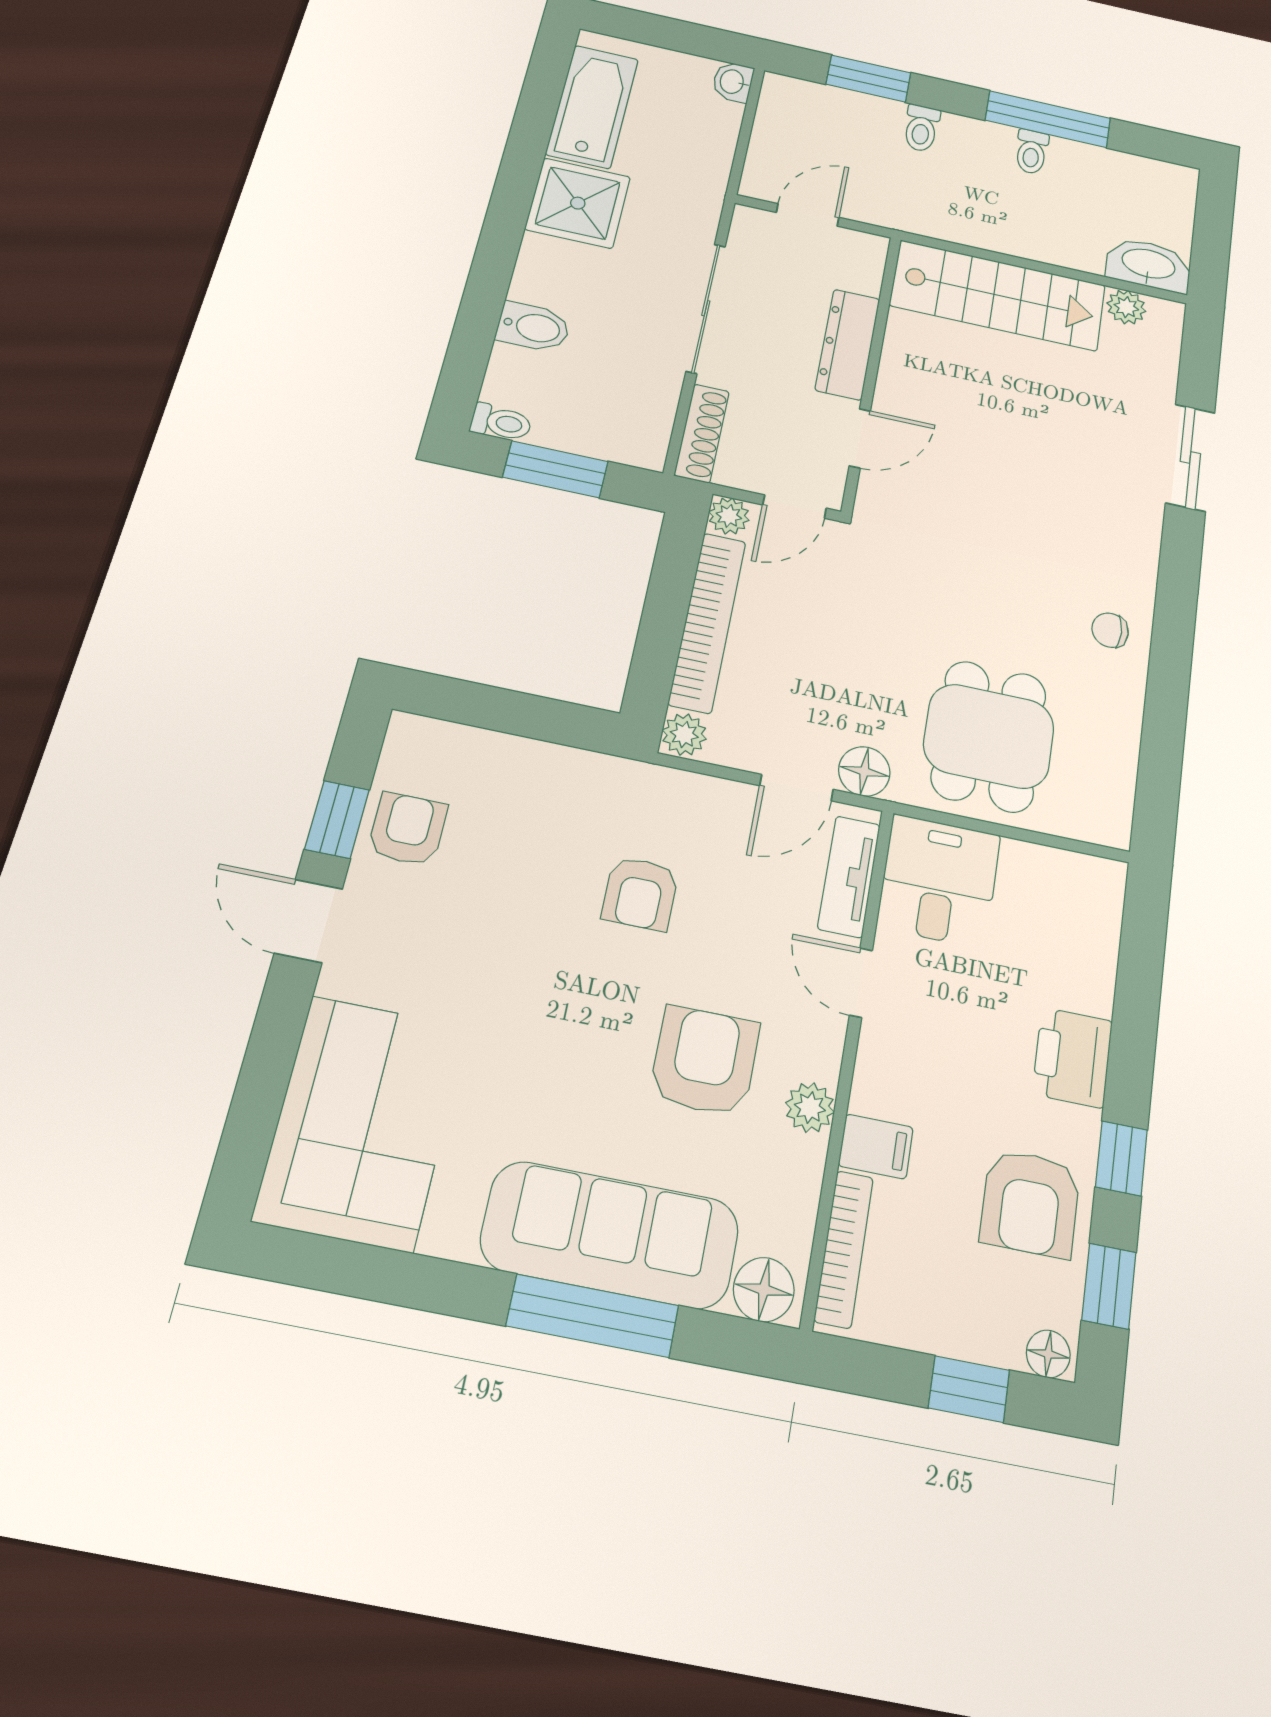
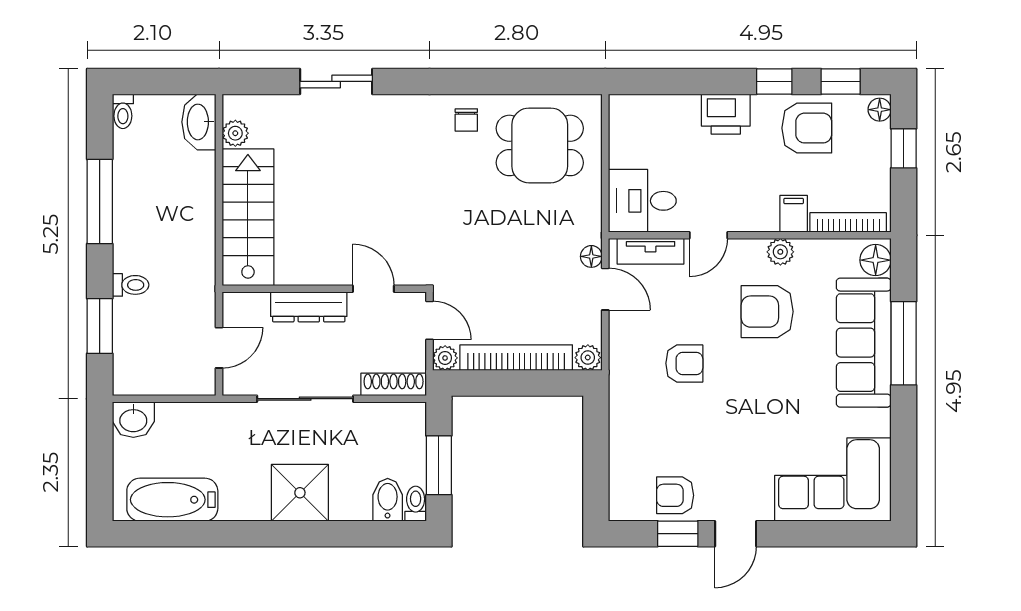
washbasin: (733, 82) -> (133, 420), width x1.38, depth x1.45
toilet: (1032, 152) -> (123, 111), moved, turned 90
shower: (578, 203) -> (300, 493), moved
door: (808, 215) -> (219, 348), swing flipped
bidet: (533, 327) -> (388, 500), moved
dining table: (989, 736) -> (540, 145), moved
floor lamp: (864, 771) -> (591, 256), width x0.73, depth x0.73

